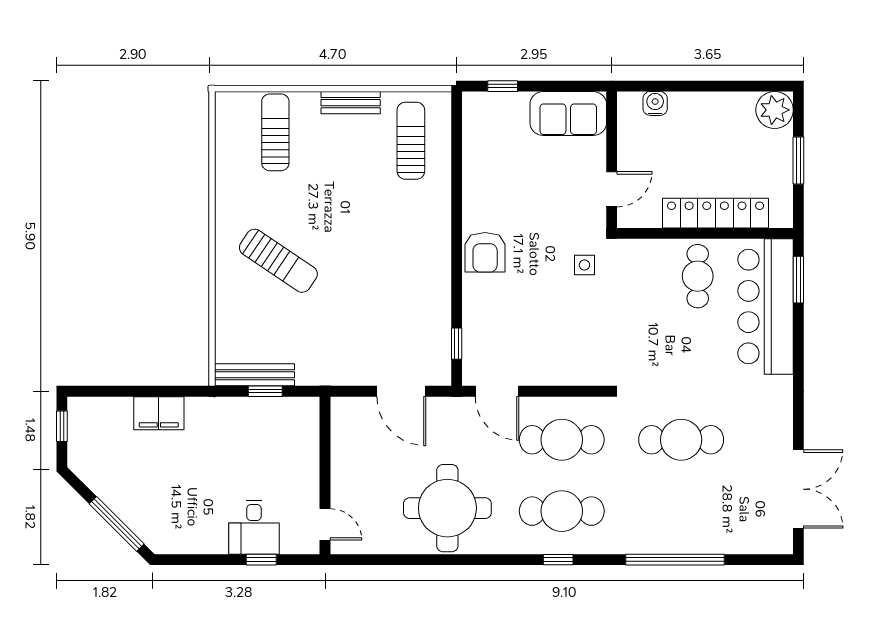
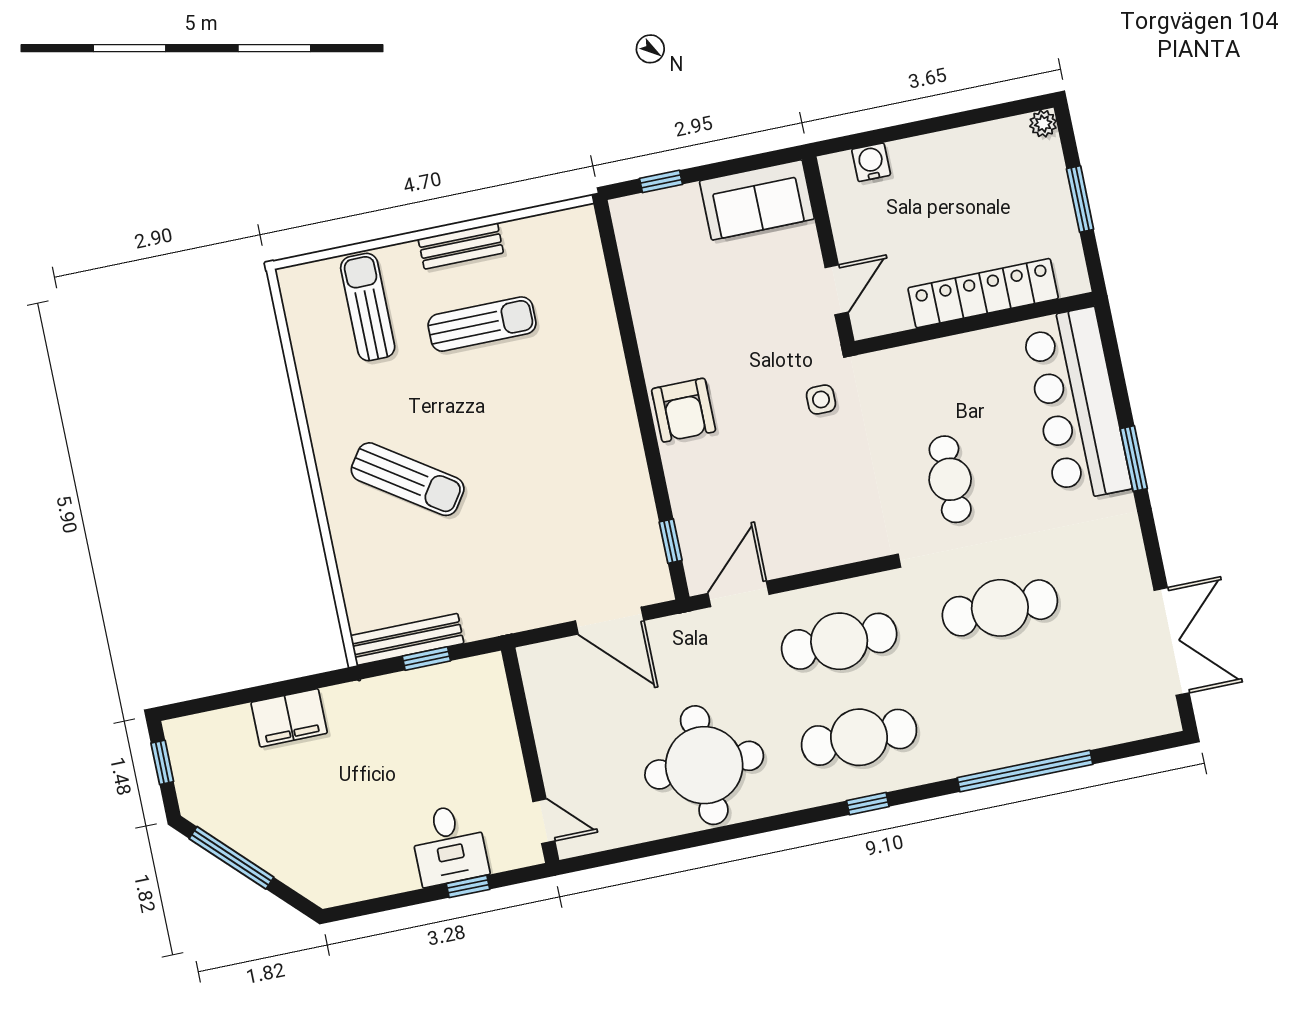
plant: (775, 110) -> (1043, 124), width x0.53, depth x0.53
sun lounger: (411, 141) -> (482, 324), moved, turned 90
cafe table: (698, 276) -> (950, 479), moved
window: (798, 280) -> (1134, 459), moved
door: (497, 391) -> (738, 594), swing flipped
window: (117, 524) -> (231, 858), moved

